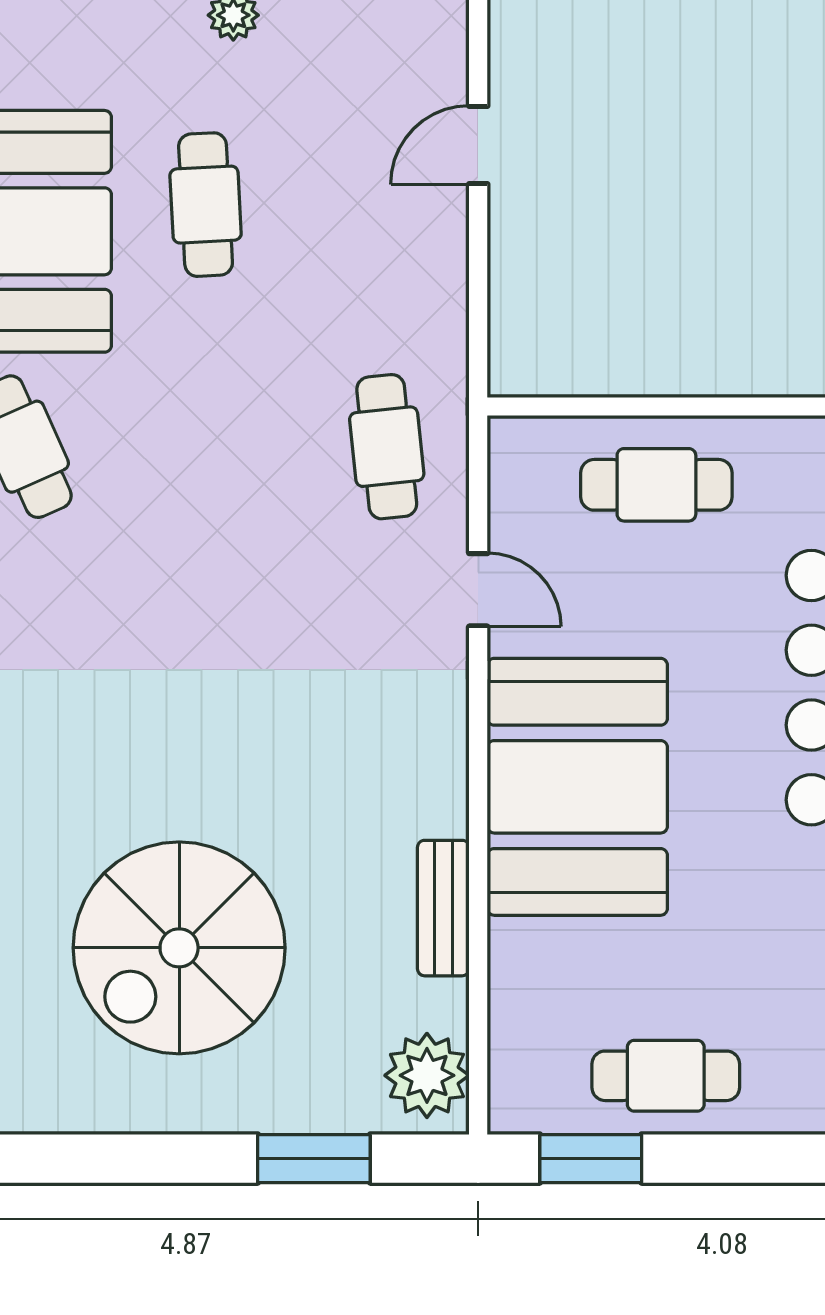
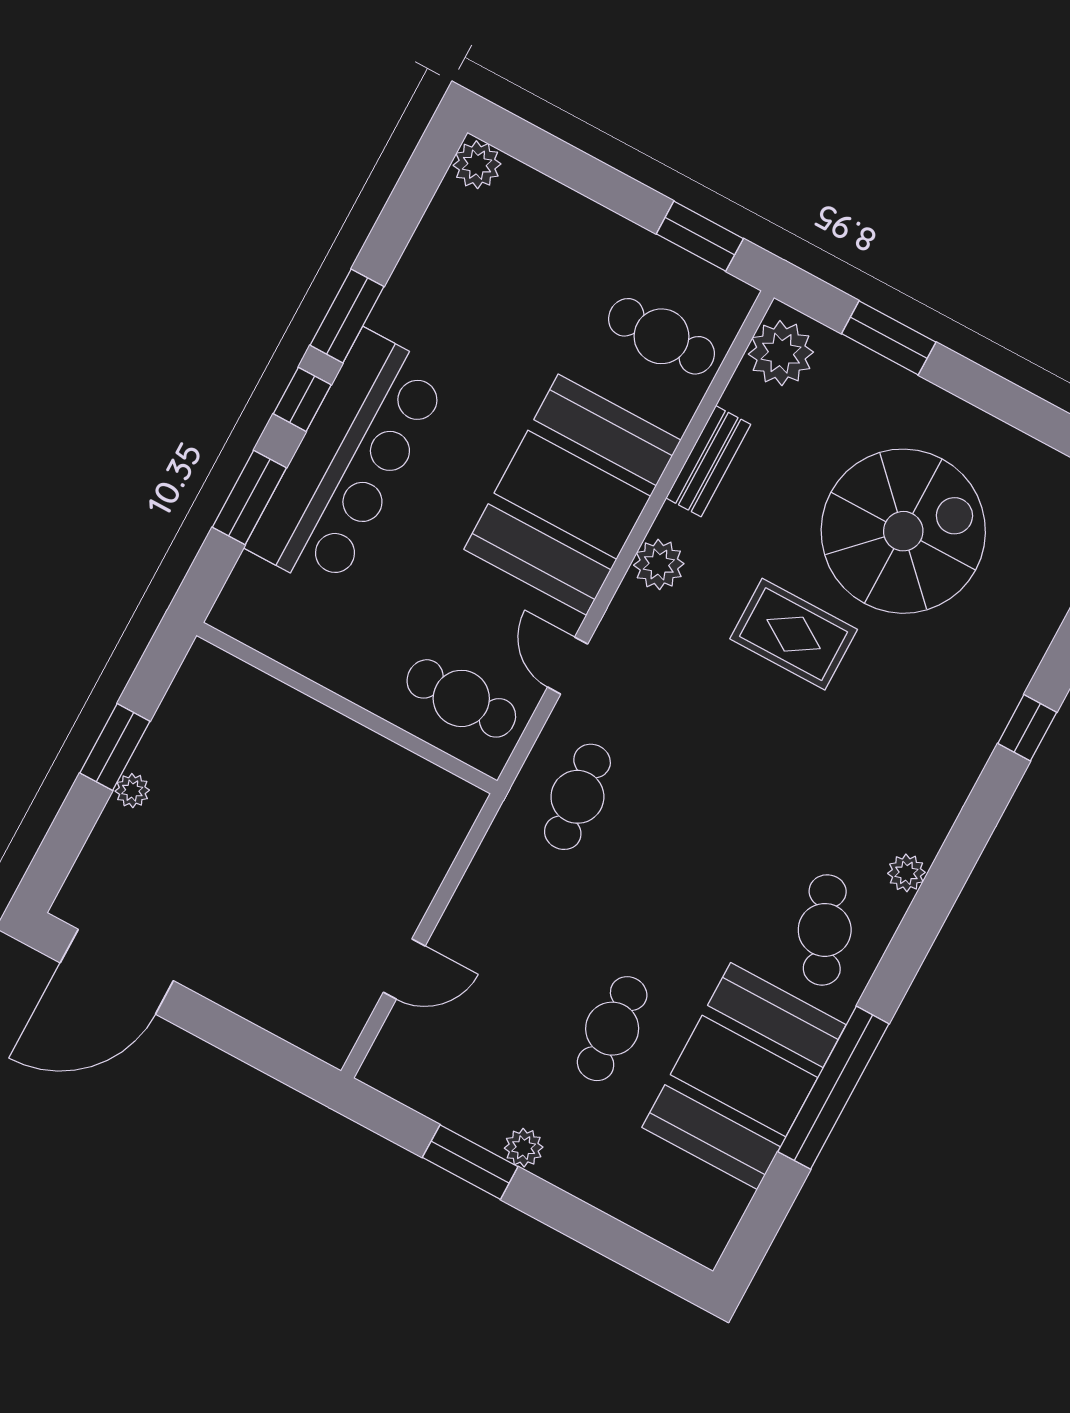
cafe table: (656, 485) -> (461, 698), moved
plant: (436, 761) -> (659, 564), added
rug: (241, 764) -> (794, 634), added
cafe table: (666, 1076) -> (661, 336), moved

